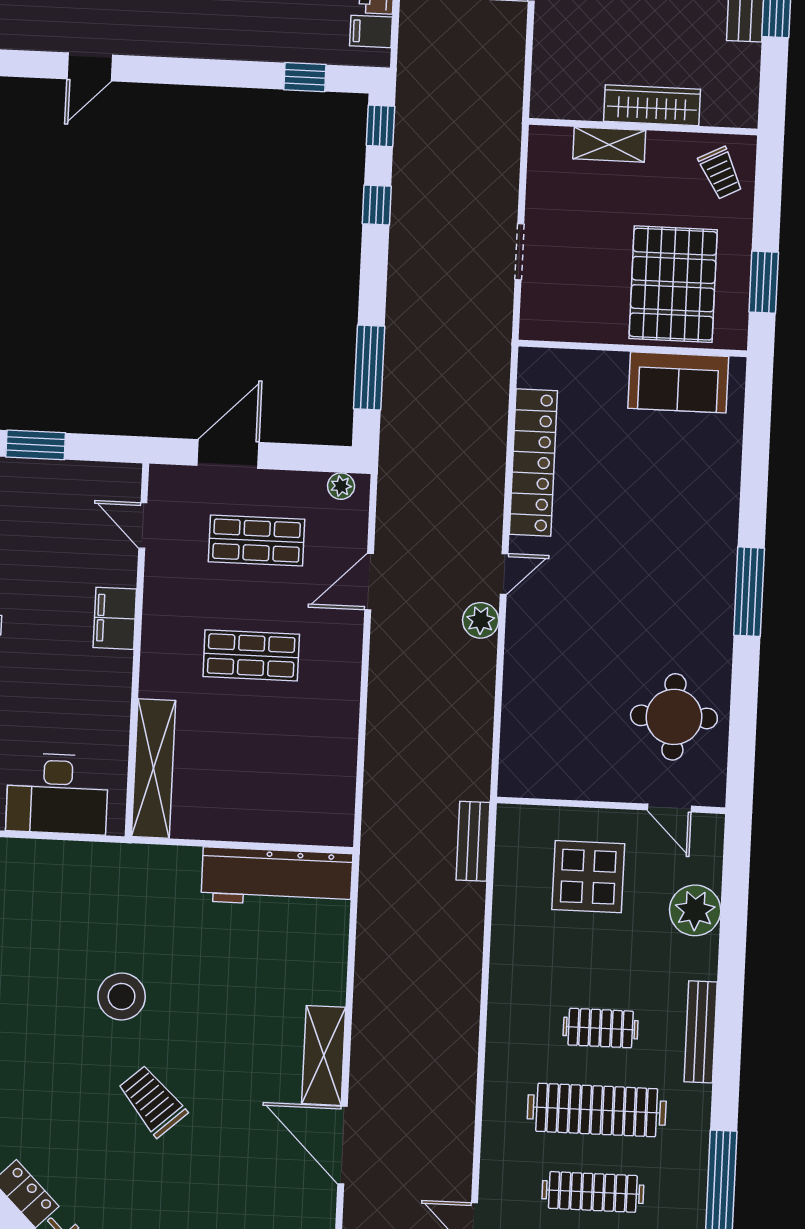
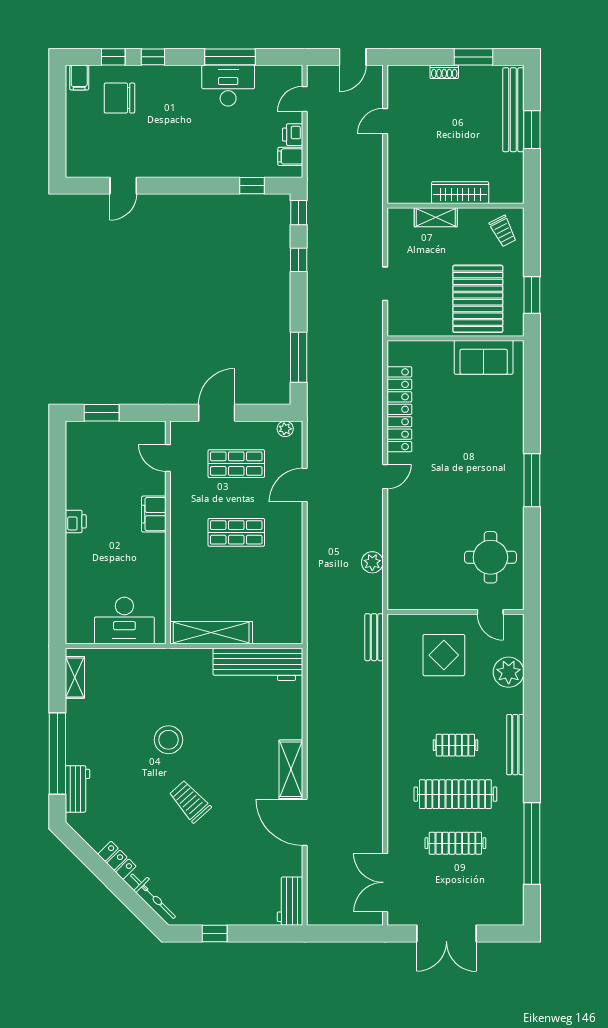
plant: (481, 620) -> (372, 562), moved
shelving: (154, 769) -> (211, 633), moved, turned 90

